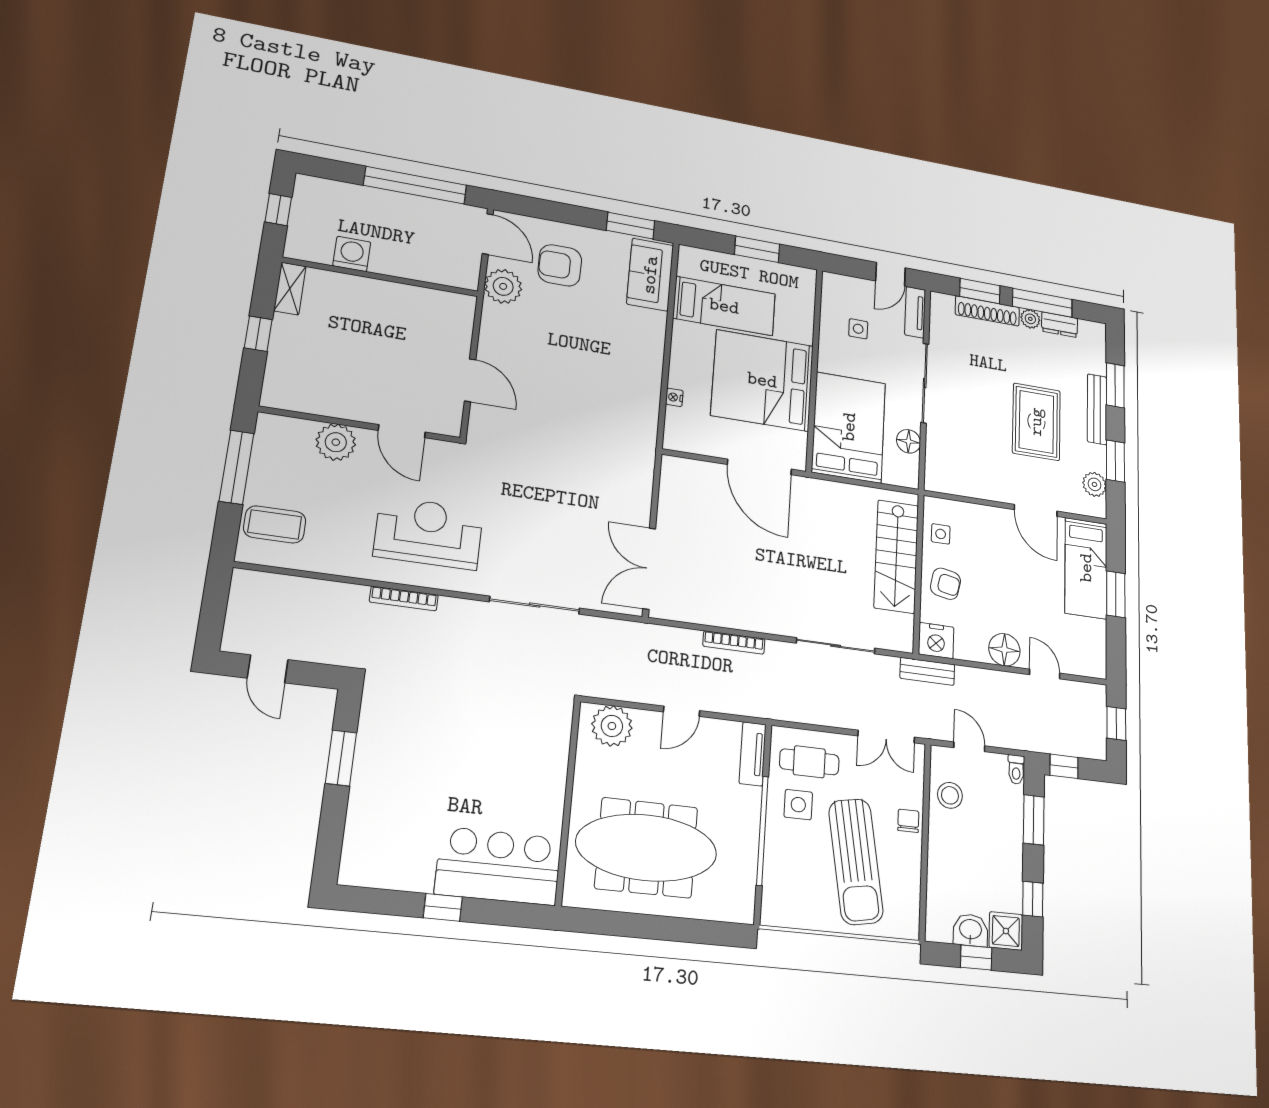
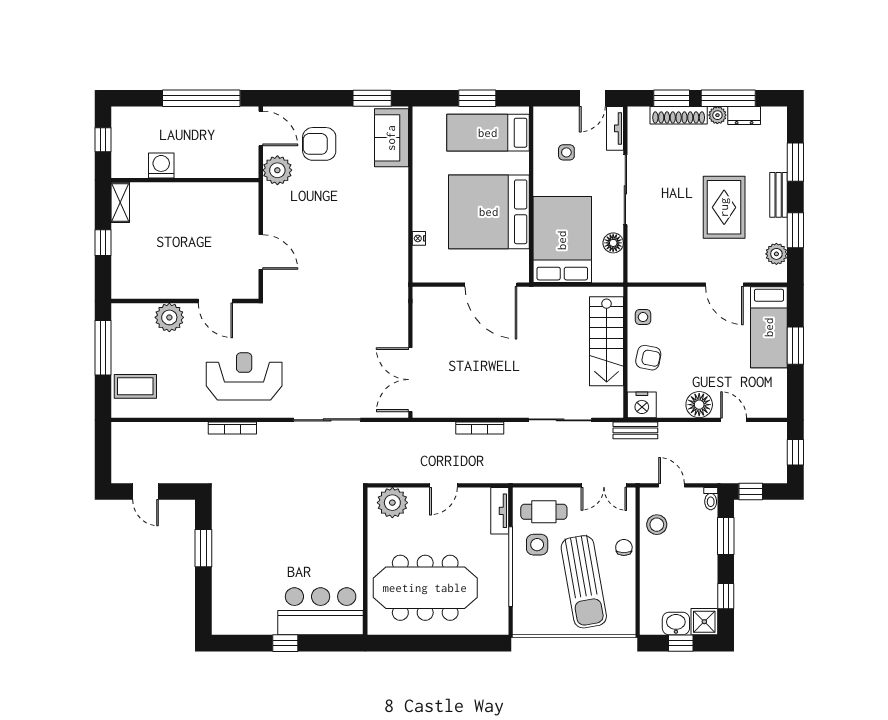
bed: (724, 306) -> (488, 133), moved, turned 180
bench: (1097, 409) -> (779, 195), width x0.73

